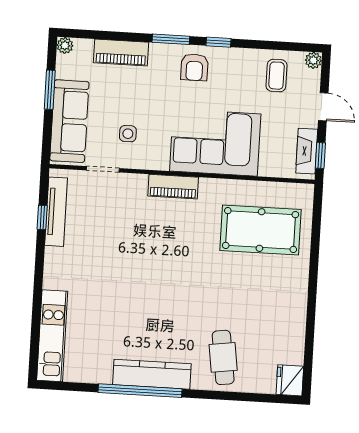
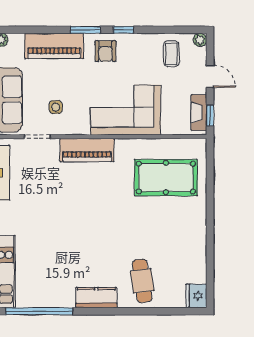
piano: (121, 53) -> (54, 46), width x1.37, depth x1.33
piano: (173, 187) -> (87, 150), width x1.37, depth x1.33
kitchen counter: (152, 374) -> (96, 298), width x0.67
window: (140, 391) -> (39, 311), moved

